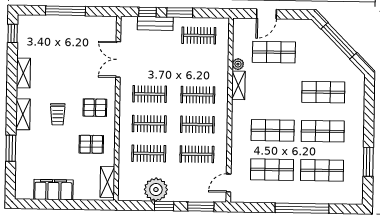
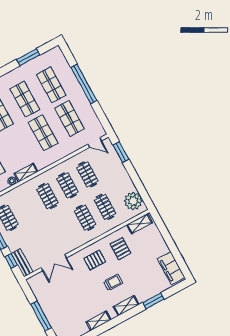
bench: (155, 23) -> (22, 263), moved
clothes rail: (150, 94) -> (65, 229), removed
pallet: (95, 108) -> (95, 260), turned 90
filing cabinet: (53, 190) -> (171, 268), moved
plant: (156, 190) -> (133, 201), moved
window: (164, 206) -> (134, 177), removed

